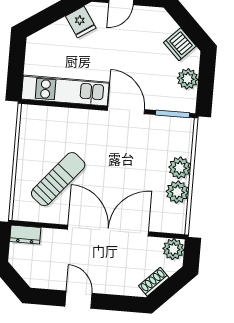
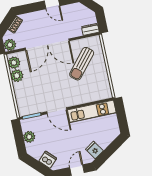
dishwasher: (180, 44) -> (48, 160), moved
plant: (180, 168) -> (14, 63), moved

